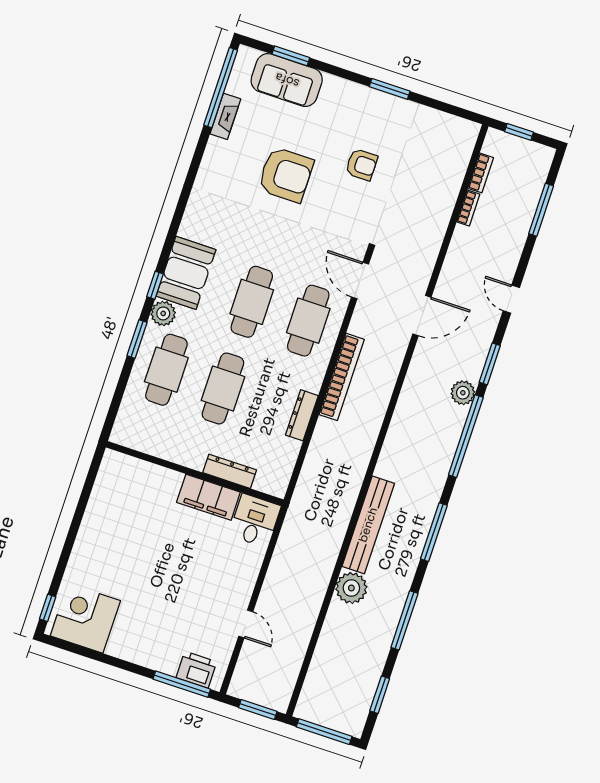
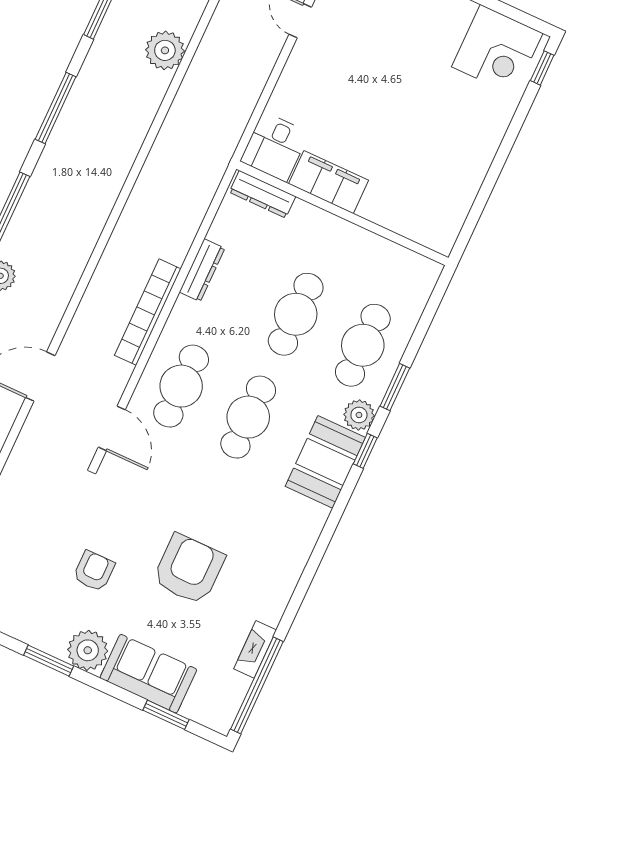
sofa: (287, 80) -> (148, 674), moved
plant: (359, 101) -> (88, 650), added
armchair: (362, 165) -> (94, 571), turned 90
armchair: (286, 175) -> (189, 569), turned 90
dresser: (230, 471) -> (262, 194), moved
bench: (368, 525) -> (135, 126), removed

